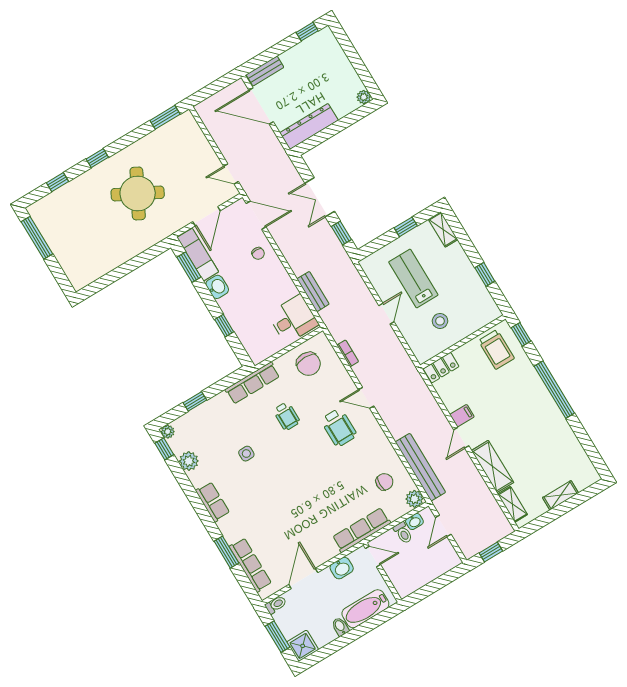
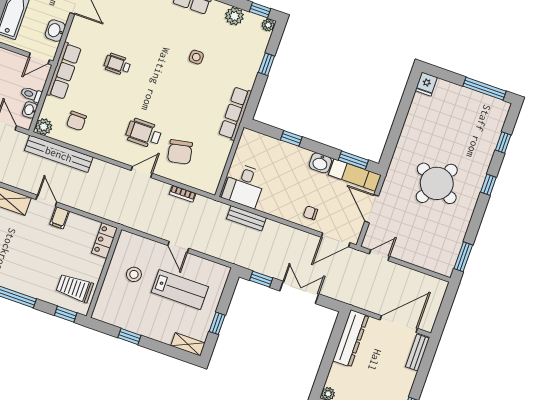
fridge: (80, 280) -> (426, 84), added
chair: (308, 364) -> (180, 152), moved, turned -101
wheelchair: (287, 416) -> (117, 64), moved

